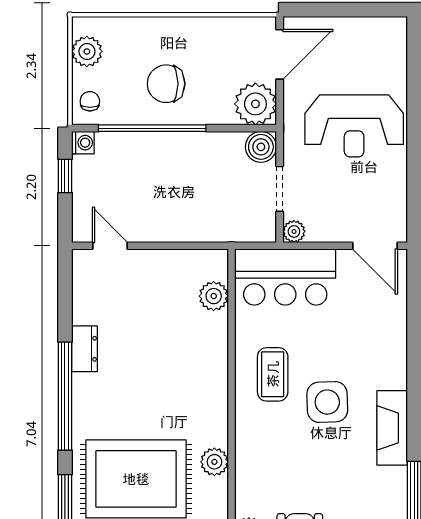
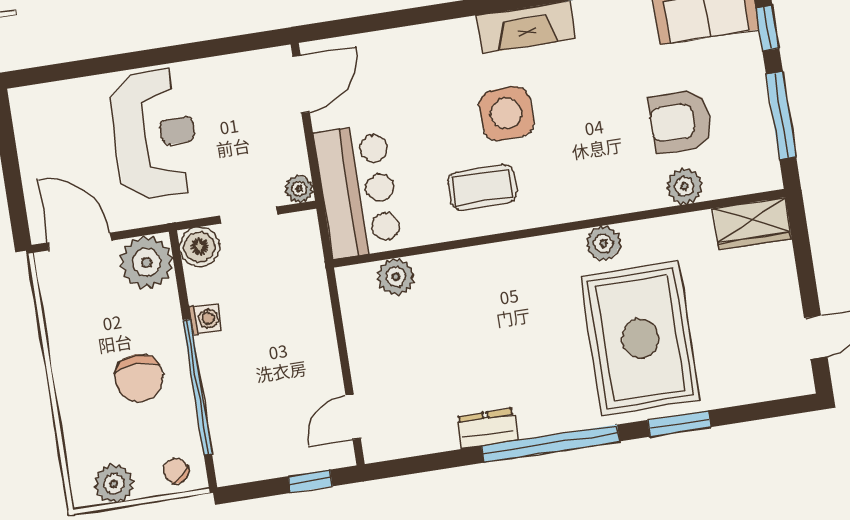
chair: (90, 101) -> (176, 470), turned 49
washing machine: (83, 143) -> (205, 319), moved, turned 90
window: (65, 176) -> (310, 481), moved

